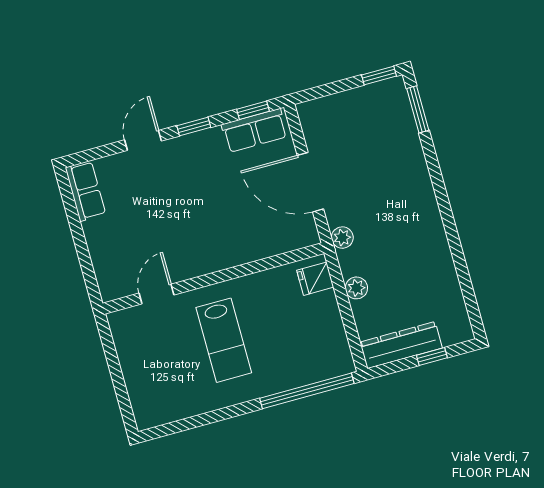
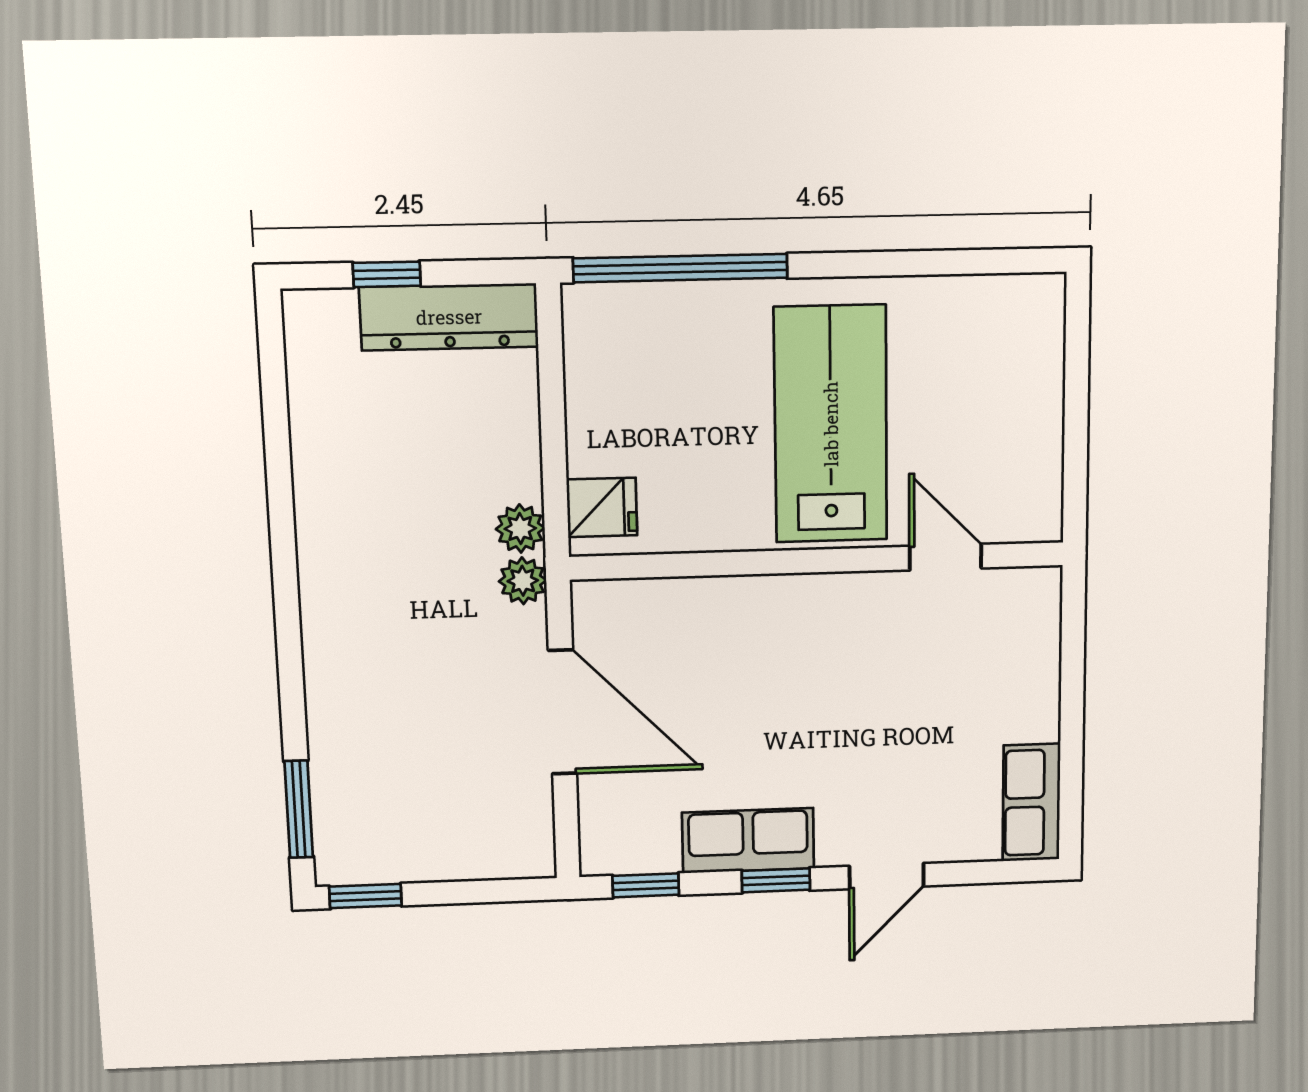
row of seats: (254, 130) -> (748, 841), moved
plant: (356, 288) -> (520, 528), moved
door: (157, 294) -> (946, 557), swing flipped
lab bench: (224, 340) -> (831, 424), width x1.36, depth x1.39

